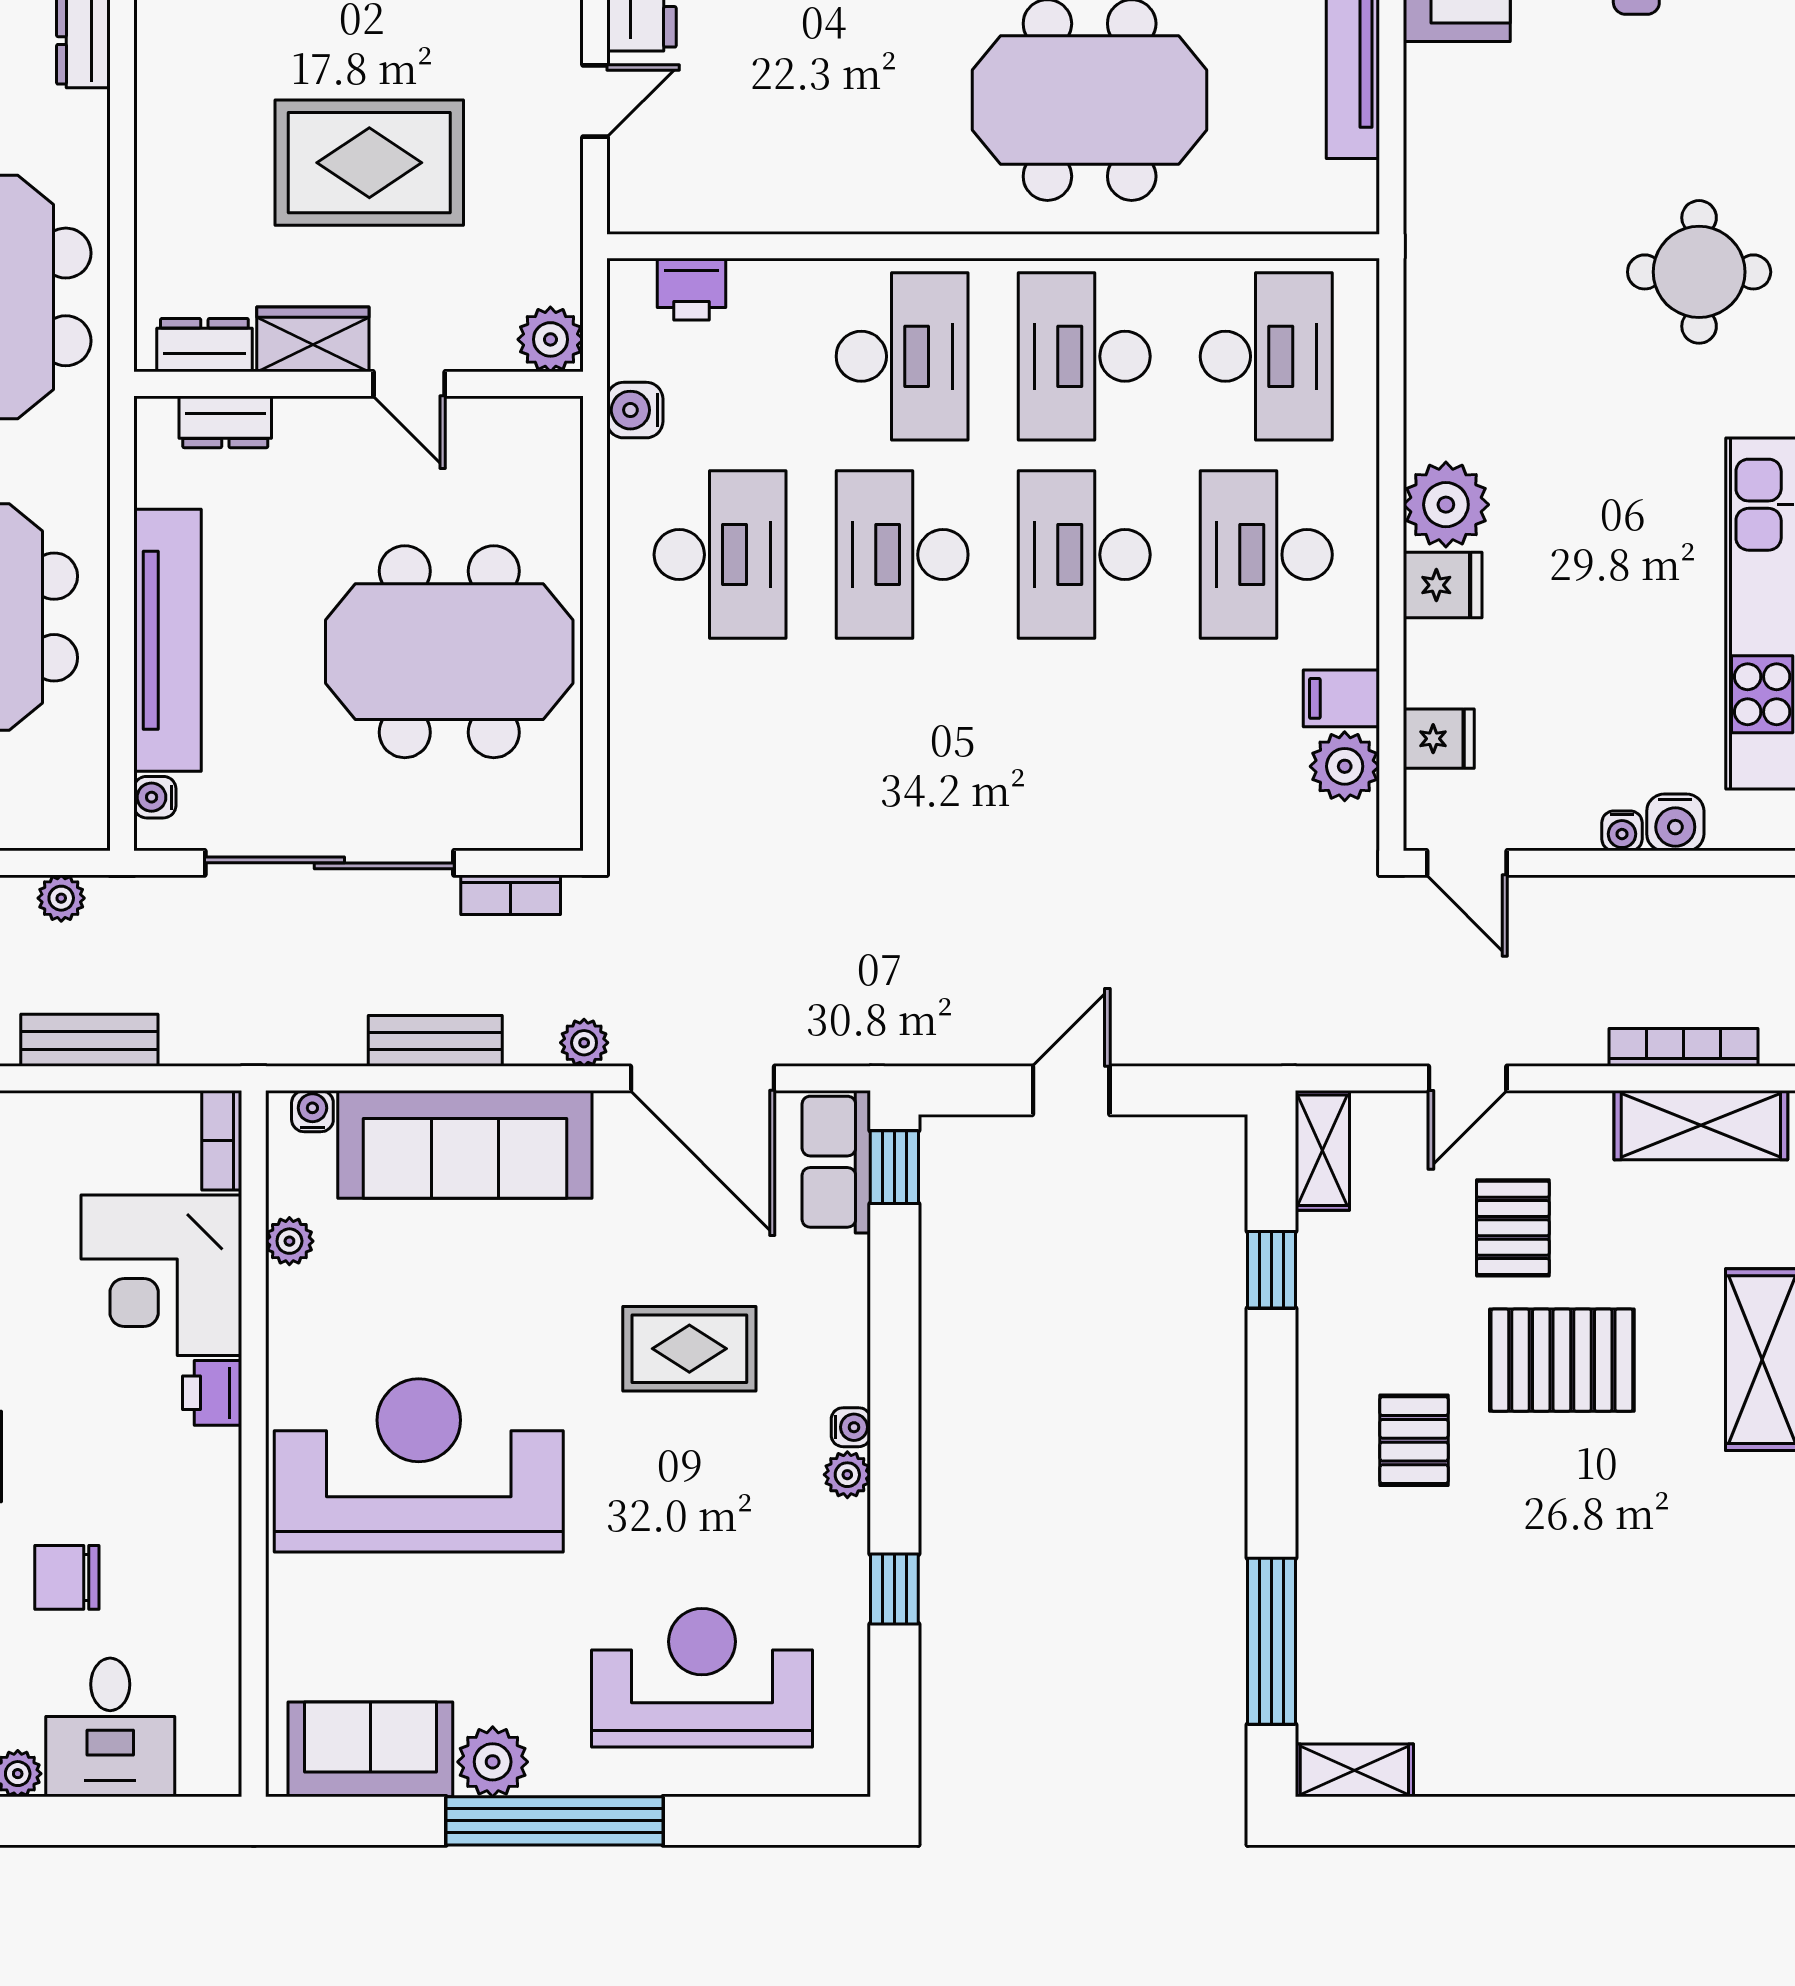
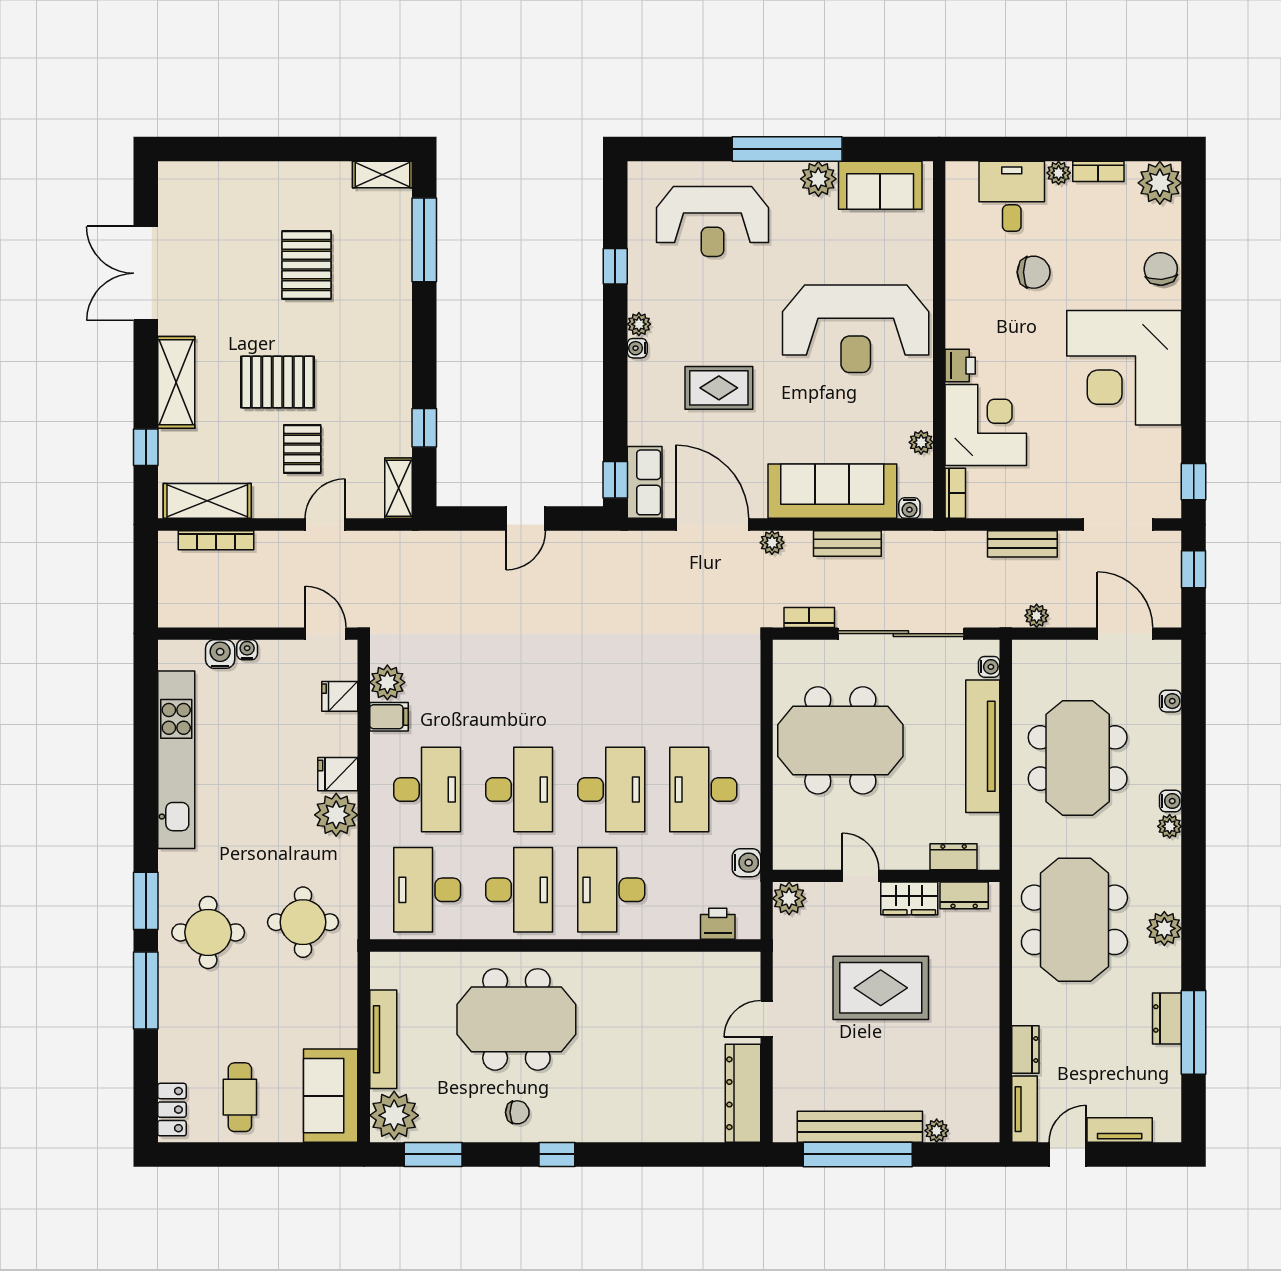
round table: (1512, 292) -> (303, 922), added
pallet: (1414, 1440) -> (306, 265), moved, width x1.50, depth x1.42

